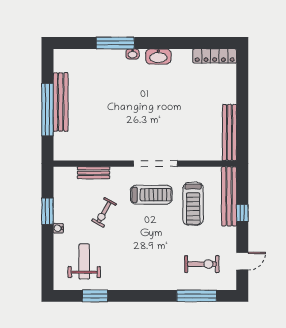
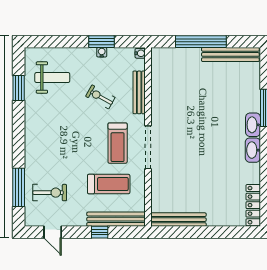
washbasin: (132, 54) -> (253, 125), width x1.91, depth x1.45
bench: (61, 102) -> (230, 54), moved
water cooler: (59, 172) -> (140, 53), added
bench: (94, 173) -> (139, 92), width x1.36
treadmill: (193, 204) -> (109, 184), turned 180
water cooler: (58, 228) -> (102, 52), moved
exercise bike: (202, 264) -> (50, 193), turned -90

